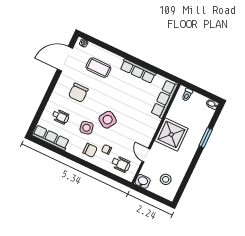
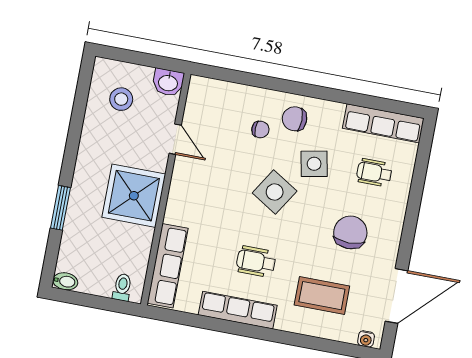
wheelchair: (121, 164) -> (256, 262), moved

